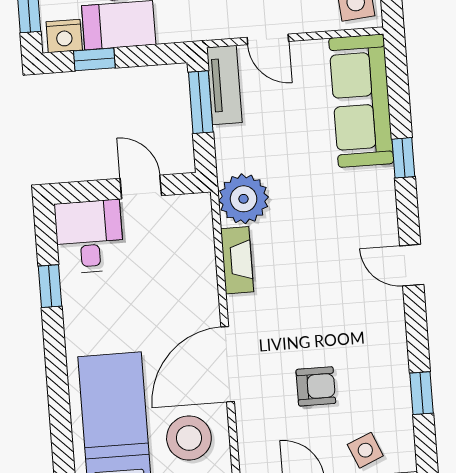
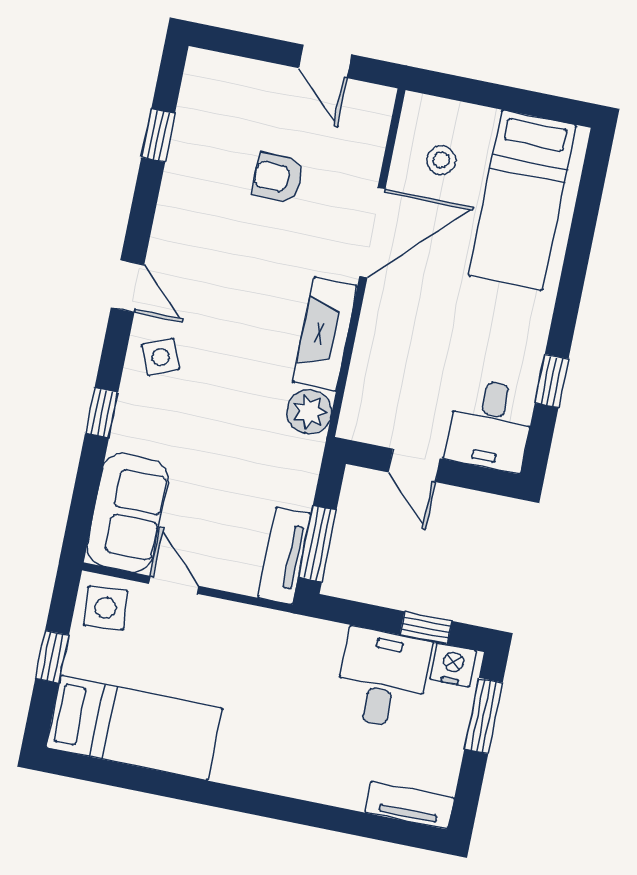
door: (268, 39) -> (174, 585), moved
sofa: (361, 101) -> (128, 513), width x0.73
plant: (244, 199) -> (309, 412), width x0.73, depth x0.73
fireplace: (237, 260) -> (325, 334), width x1.37, depth x1.32
stool: (189, 438) -> (441, 160), width x0.53, depth x0.53
side table: (365, 450) -> (161, 357), moved

